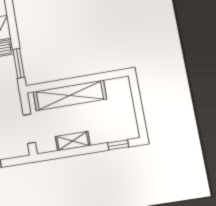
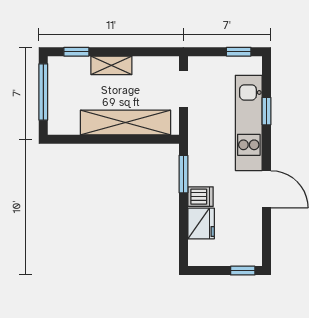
window: (138, 109) -> (43, 92), added
shelving: (73, 141) -> (111, 65), moved

